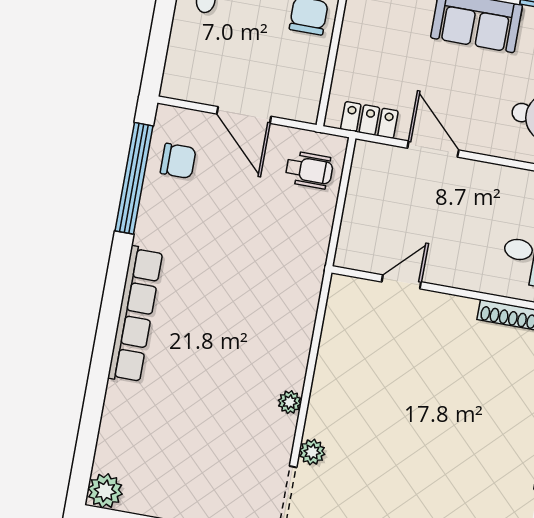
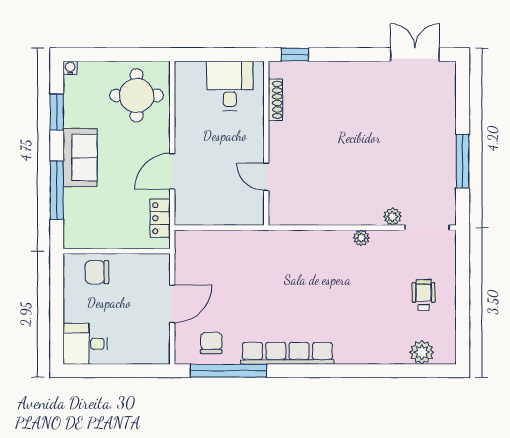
wheelchair: (309, 170) -> (424, 295), moved
row of seats: (135, 315) -> (287, 353), moved
plant: (105, 491) -> (422, 352), moved

